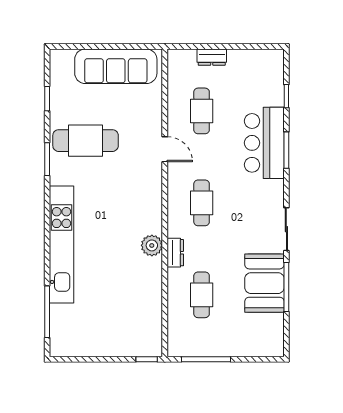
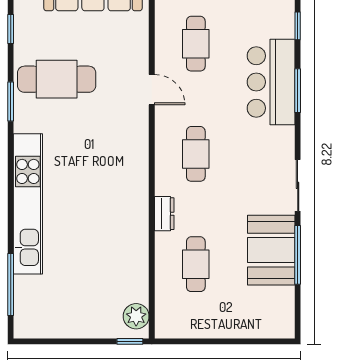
plant: (152, 245) -> (136, 316), moved
window: (206, 359) -> (201, 341), removed

